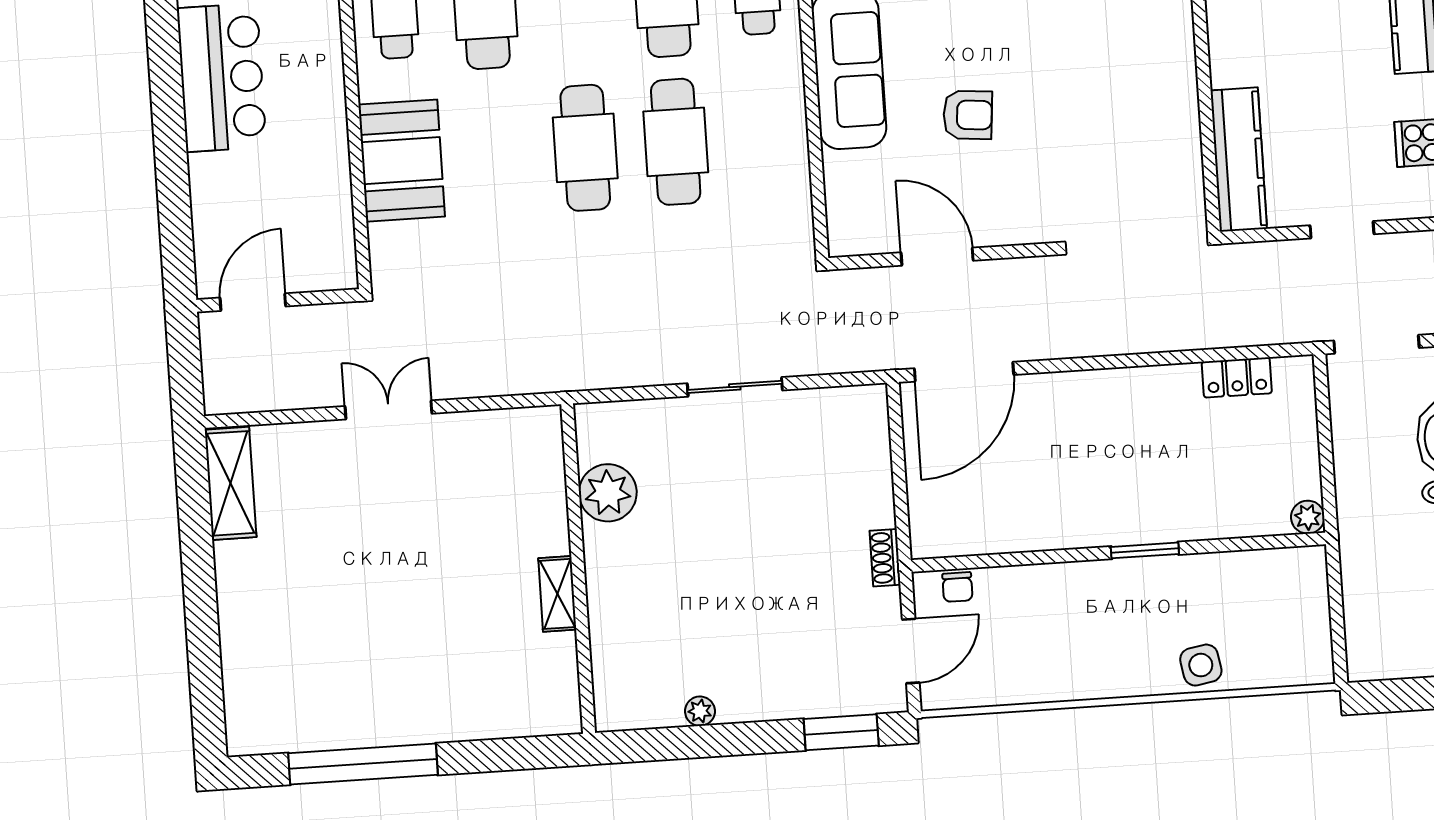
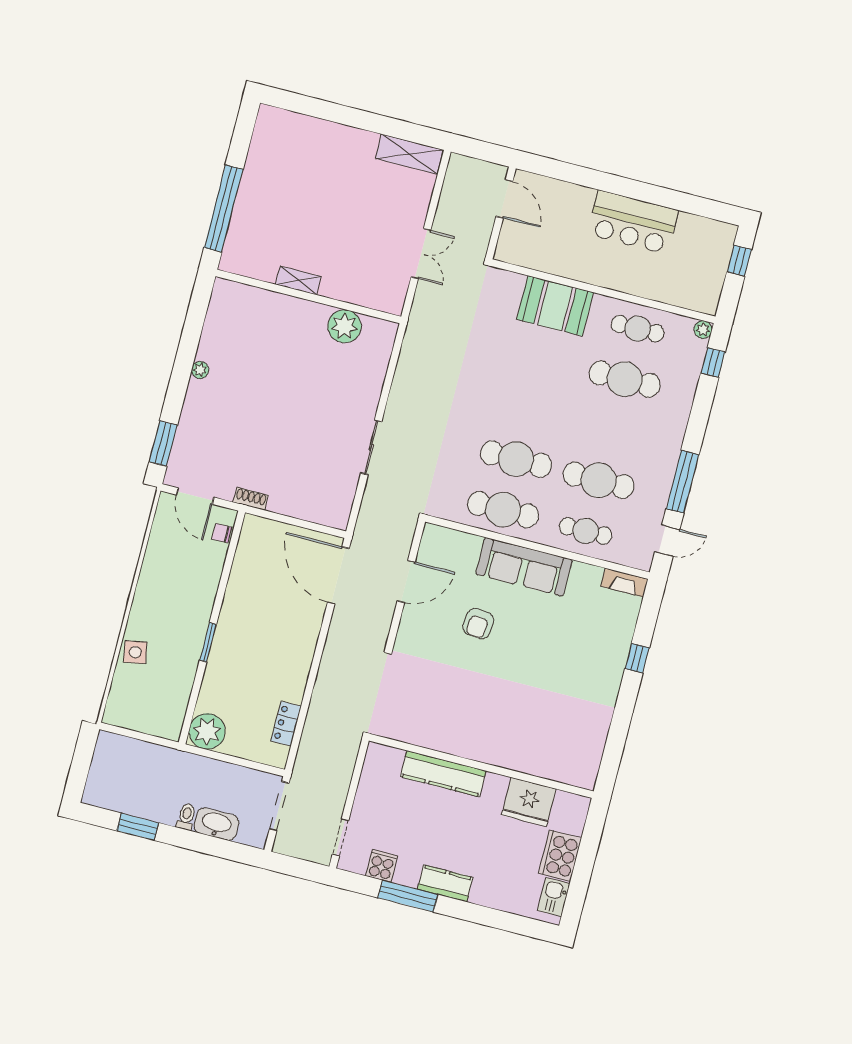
cafe table: (585, 148) -> (503, 510), moved
kitchen counter: (1239, 160) -> (443, 774), moved
doorway: (1342, 230) -> (340, 837), moved
plant: (608, 493) -> (345, 326), moved
plant: (1308, 517) -> (207, 731), width x1.88, depth x1.88
wall: (578, 569) -> (308, 296), moved
shelving: (557, 594) -> (298, 280), moved
window: (363, 764) -> (223, 209), moved

